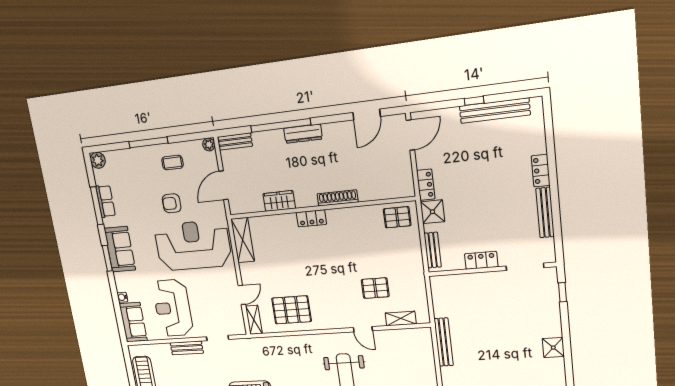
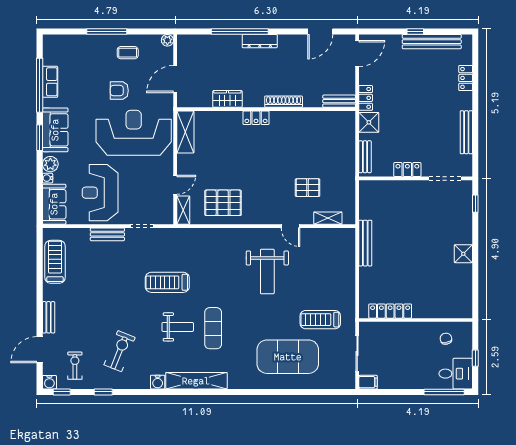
bench: (235, 141) -> (339, 101), moved
plant: (98, 160) -> (50, 164), moved
locker: (541, 171) -> (466, 78), moved
window: (97, 206) -> (40, 85), width x1.46
pallet: (397, 217) -> (336, 124), removed

